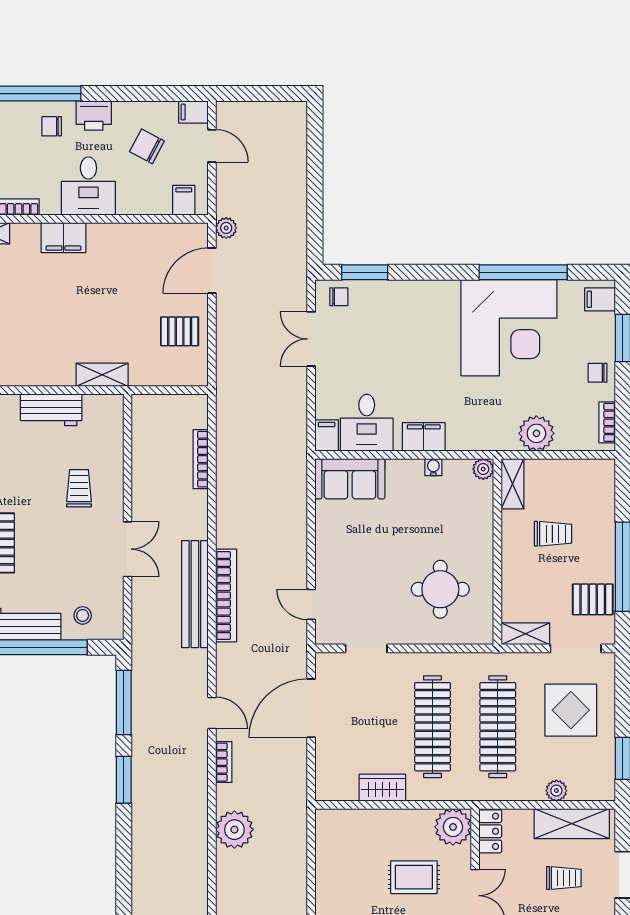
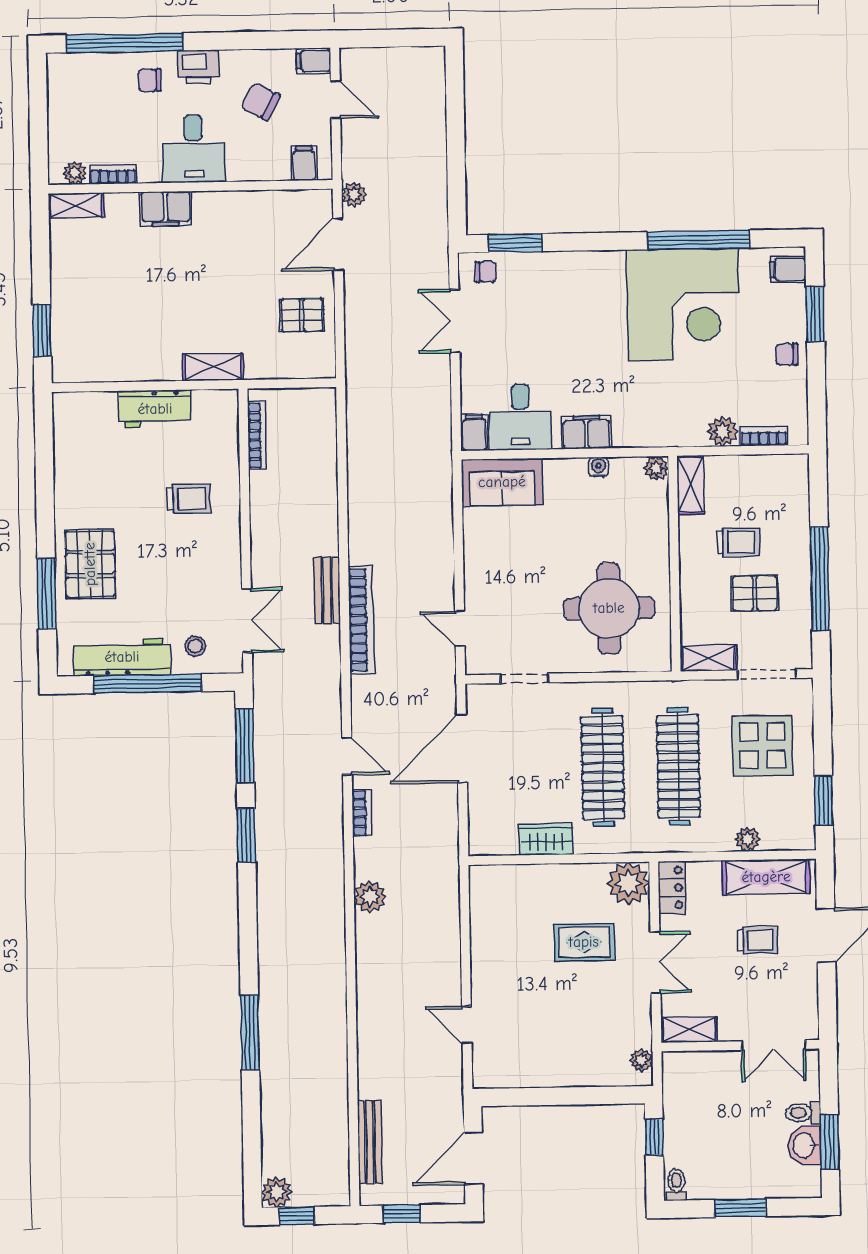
bookcase: (607, 422) -> (764, 436), moved, turned 90
plant: (536, 433) -> (723, 431), width x0.73, depth x0.73
bookcase: (201, 459) -> (257, 435), moved, turned 180
trolley: (79, 488) -> (189, 499), turned 90
double door: (127, 549) -> (247, 621), moved
round table: (440, 589) -> (609, 608), width x1.36, depth x1.36
bench: (195, 594) -> (327, 590), width x0.54, depth x0.82
pallet: (593, 599) -> (755, 593), moved
plant: (234, 830) -> (370, 897), width x0.73, depth x0.73

